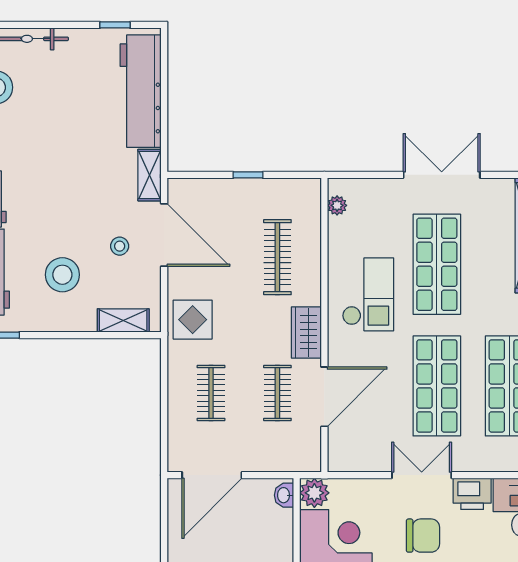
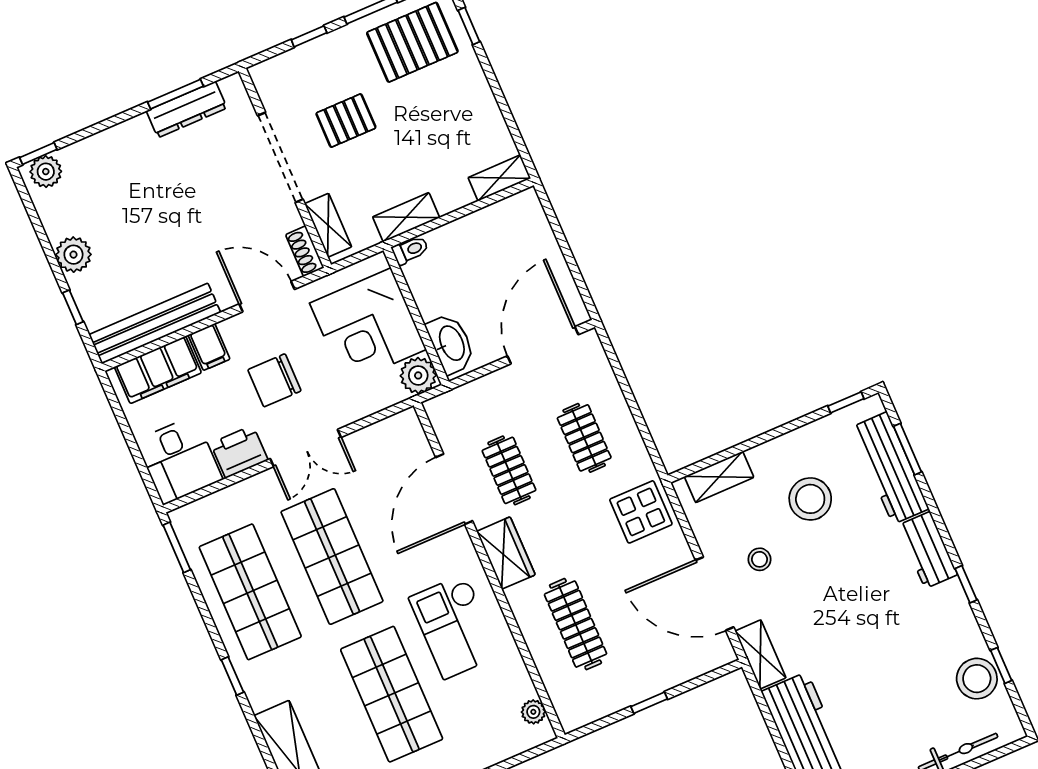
washbasin: (284, 495) -> (451, 344), width x1.91, depth x1.45

